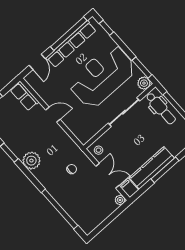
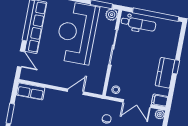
door: (53, 115) -> (76, 92), moved
kitchen counter: (152, 168) -> (165, 73), width x0.67
window: (165, 170) -> (176, 67), width x0.46
double door: (108, 176) -> (137, 104), swing flipped

